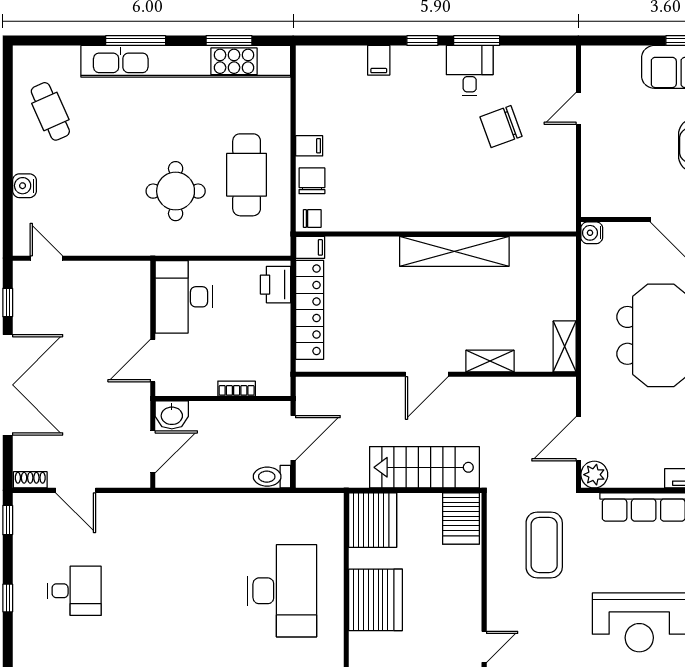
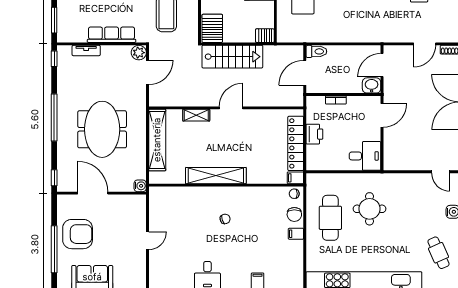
door: (578, 108) -> (147, 241), moved
chair: (501, 127) -> (225, 219), moved, width x0.54, depth x0.54
printer: (276, 285) -> (314, 134), moved
desk: (184, 297) -> (365, 156), width x0.73
shelving: (565, 346) -> (157, 140), width x2.20, depth x1.33
door: (76, 490) -> (425, 44), swing flipped
server rack: (373, 520) -> (265, 36), width x0.46, depth x0.70

